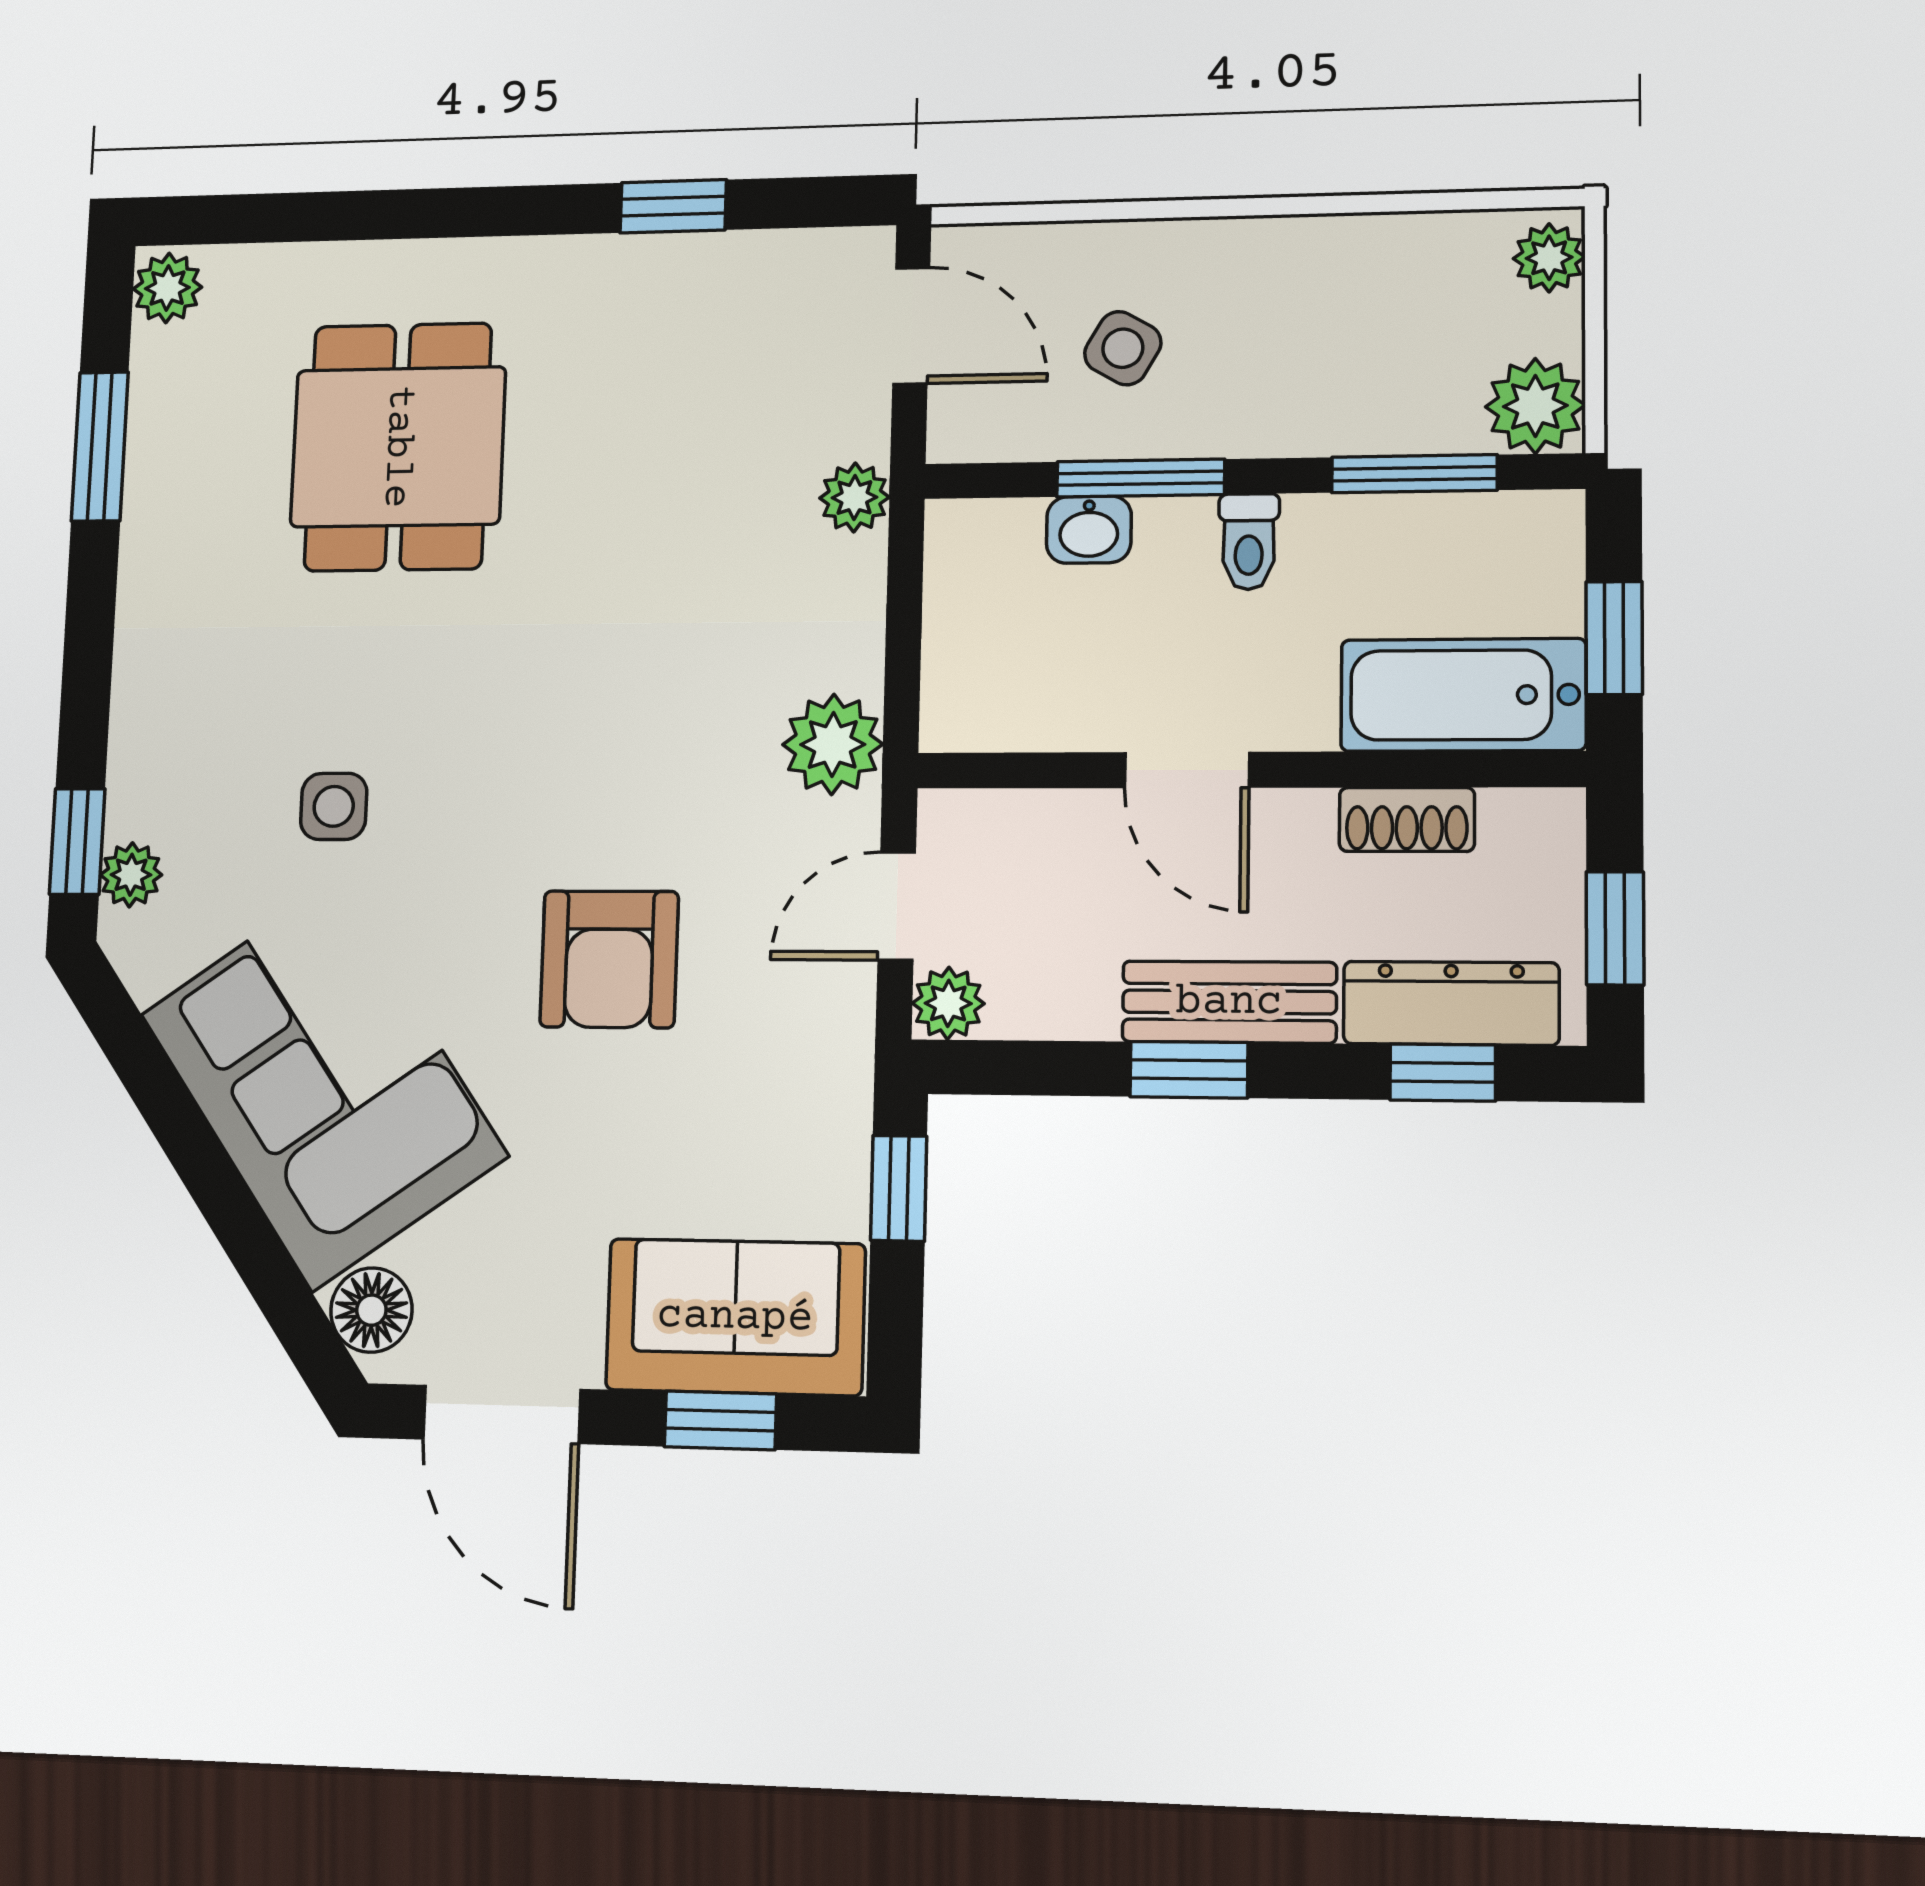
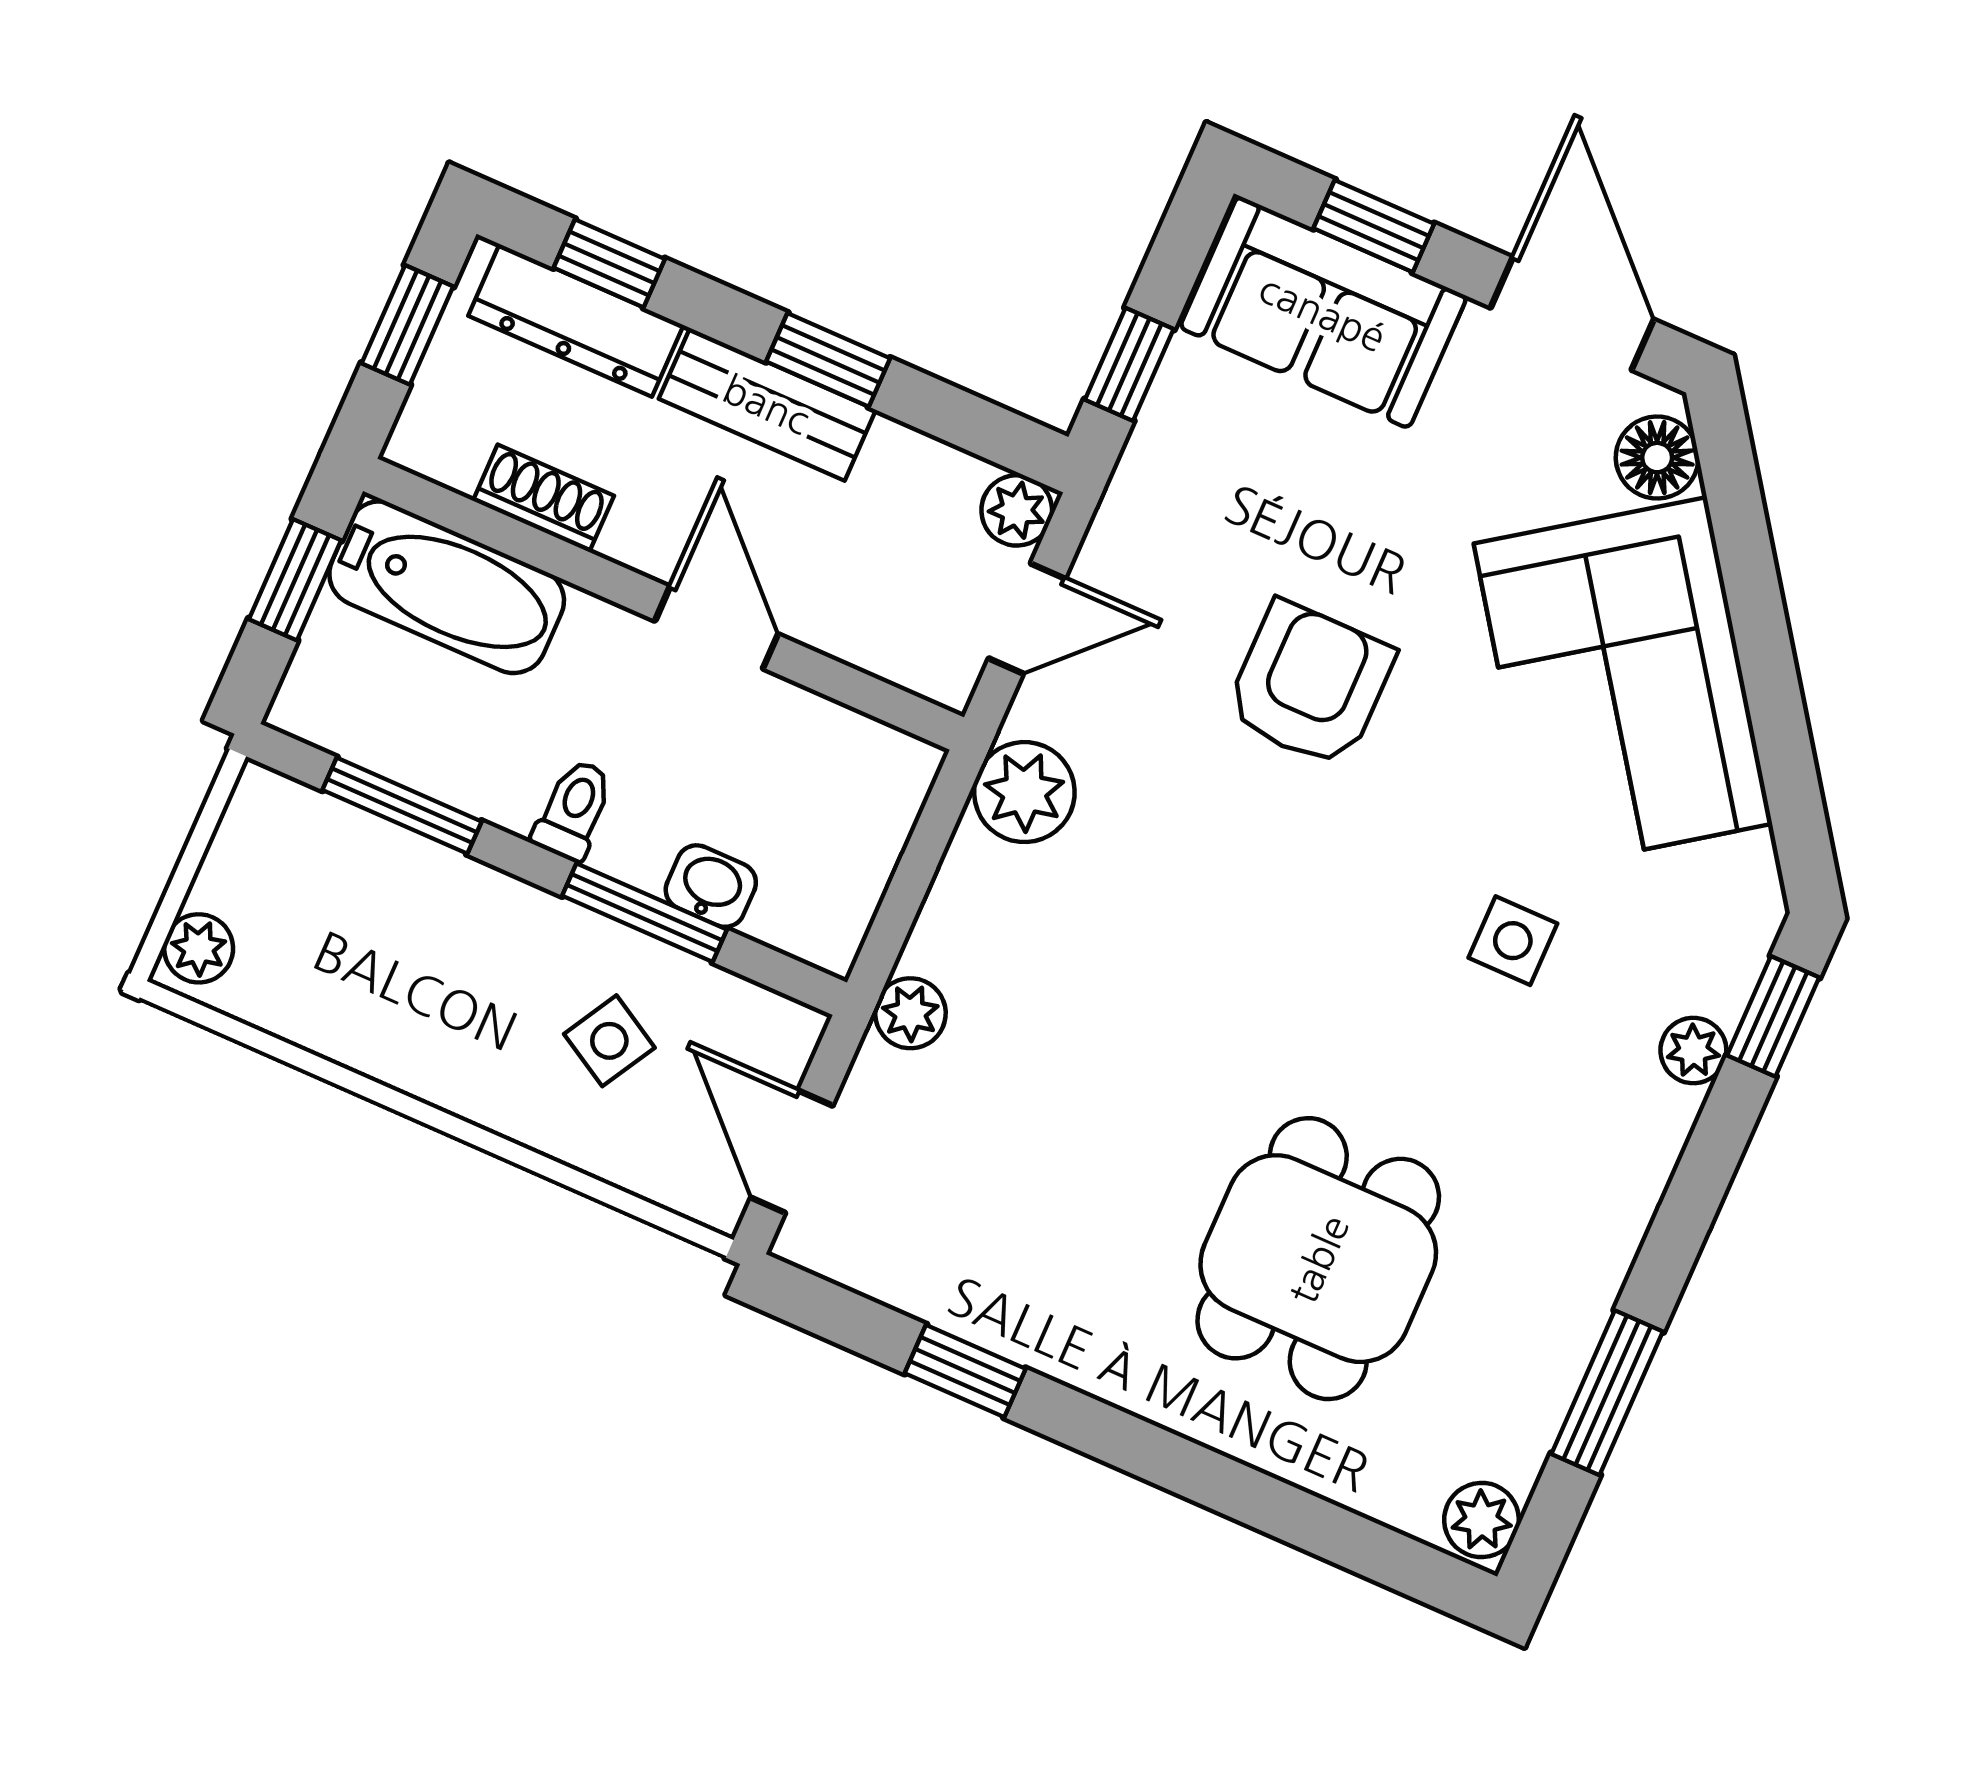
plant: (1535, 406) -> (270, 819), removed
plant: (131, 875) -> (1693, 1051), moved

